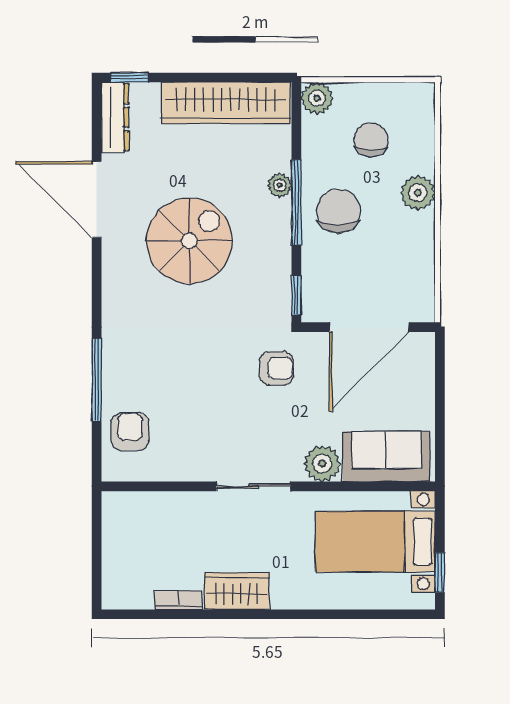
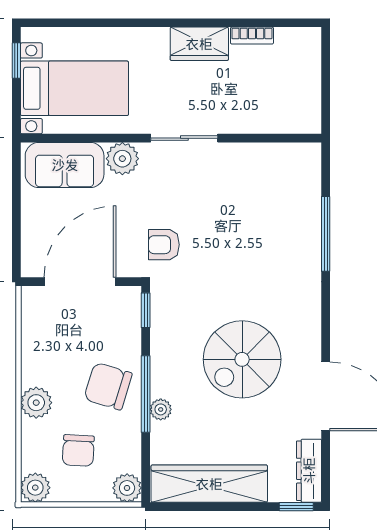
plant: (419, 99) -> (35, 488), added
chair: (338, 211) -> (108, 386), turned 107
armchair: (130, 431) -> (296, 188), removed

